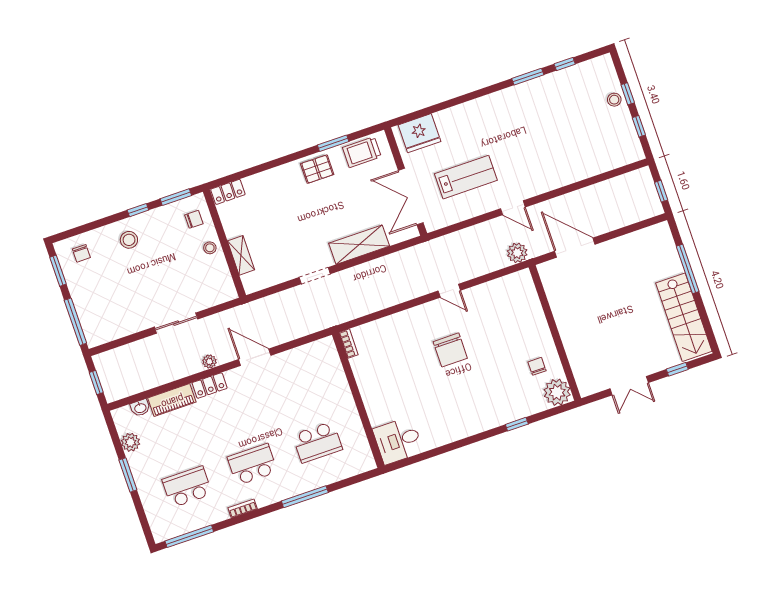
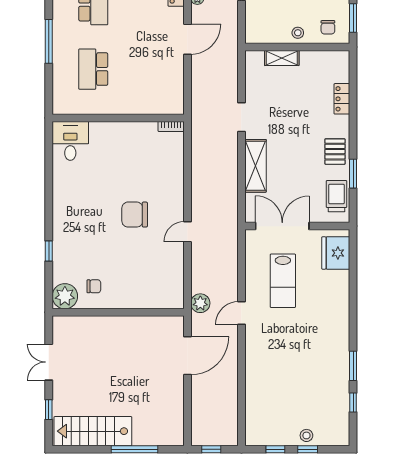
locker: (228, 192) -> (342, 99), moved

